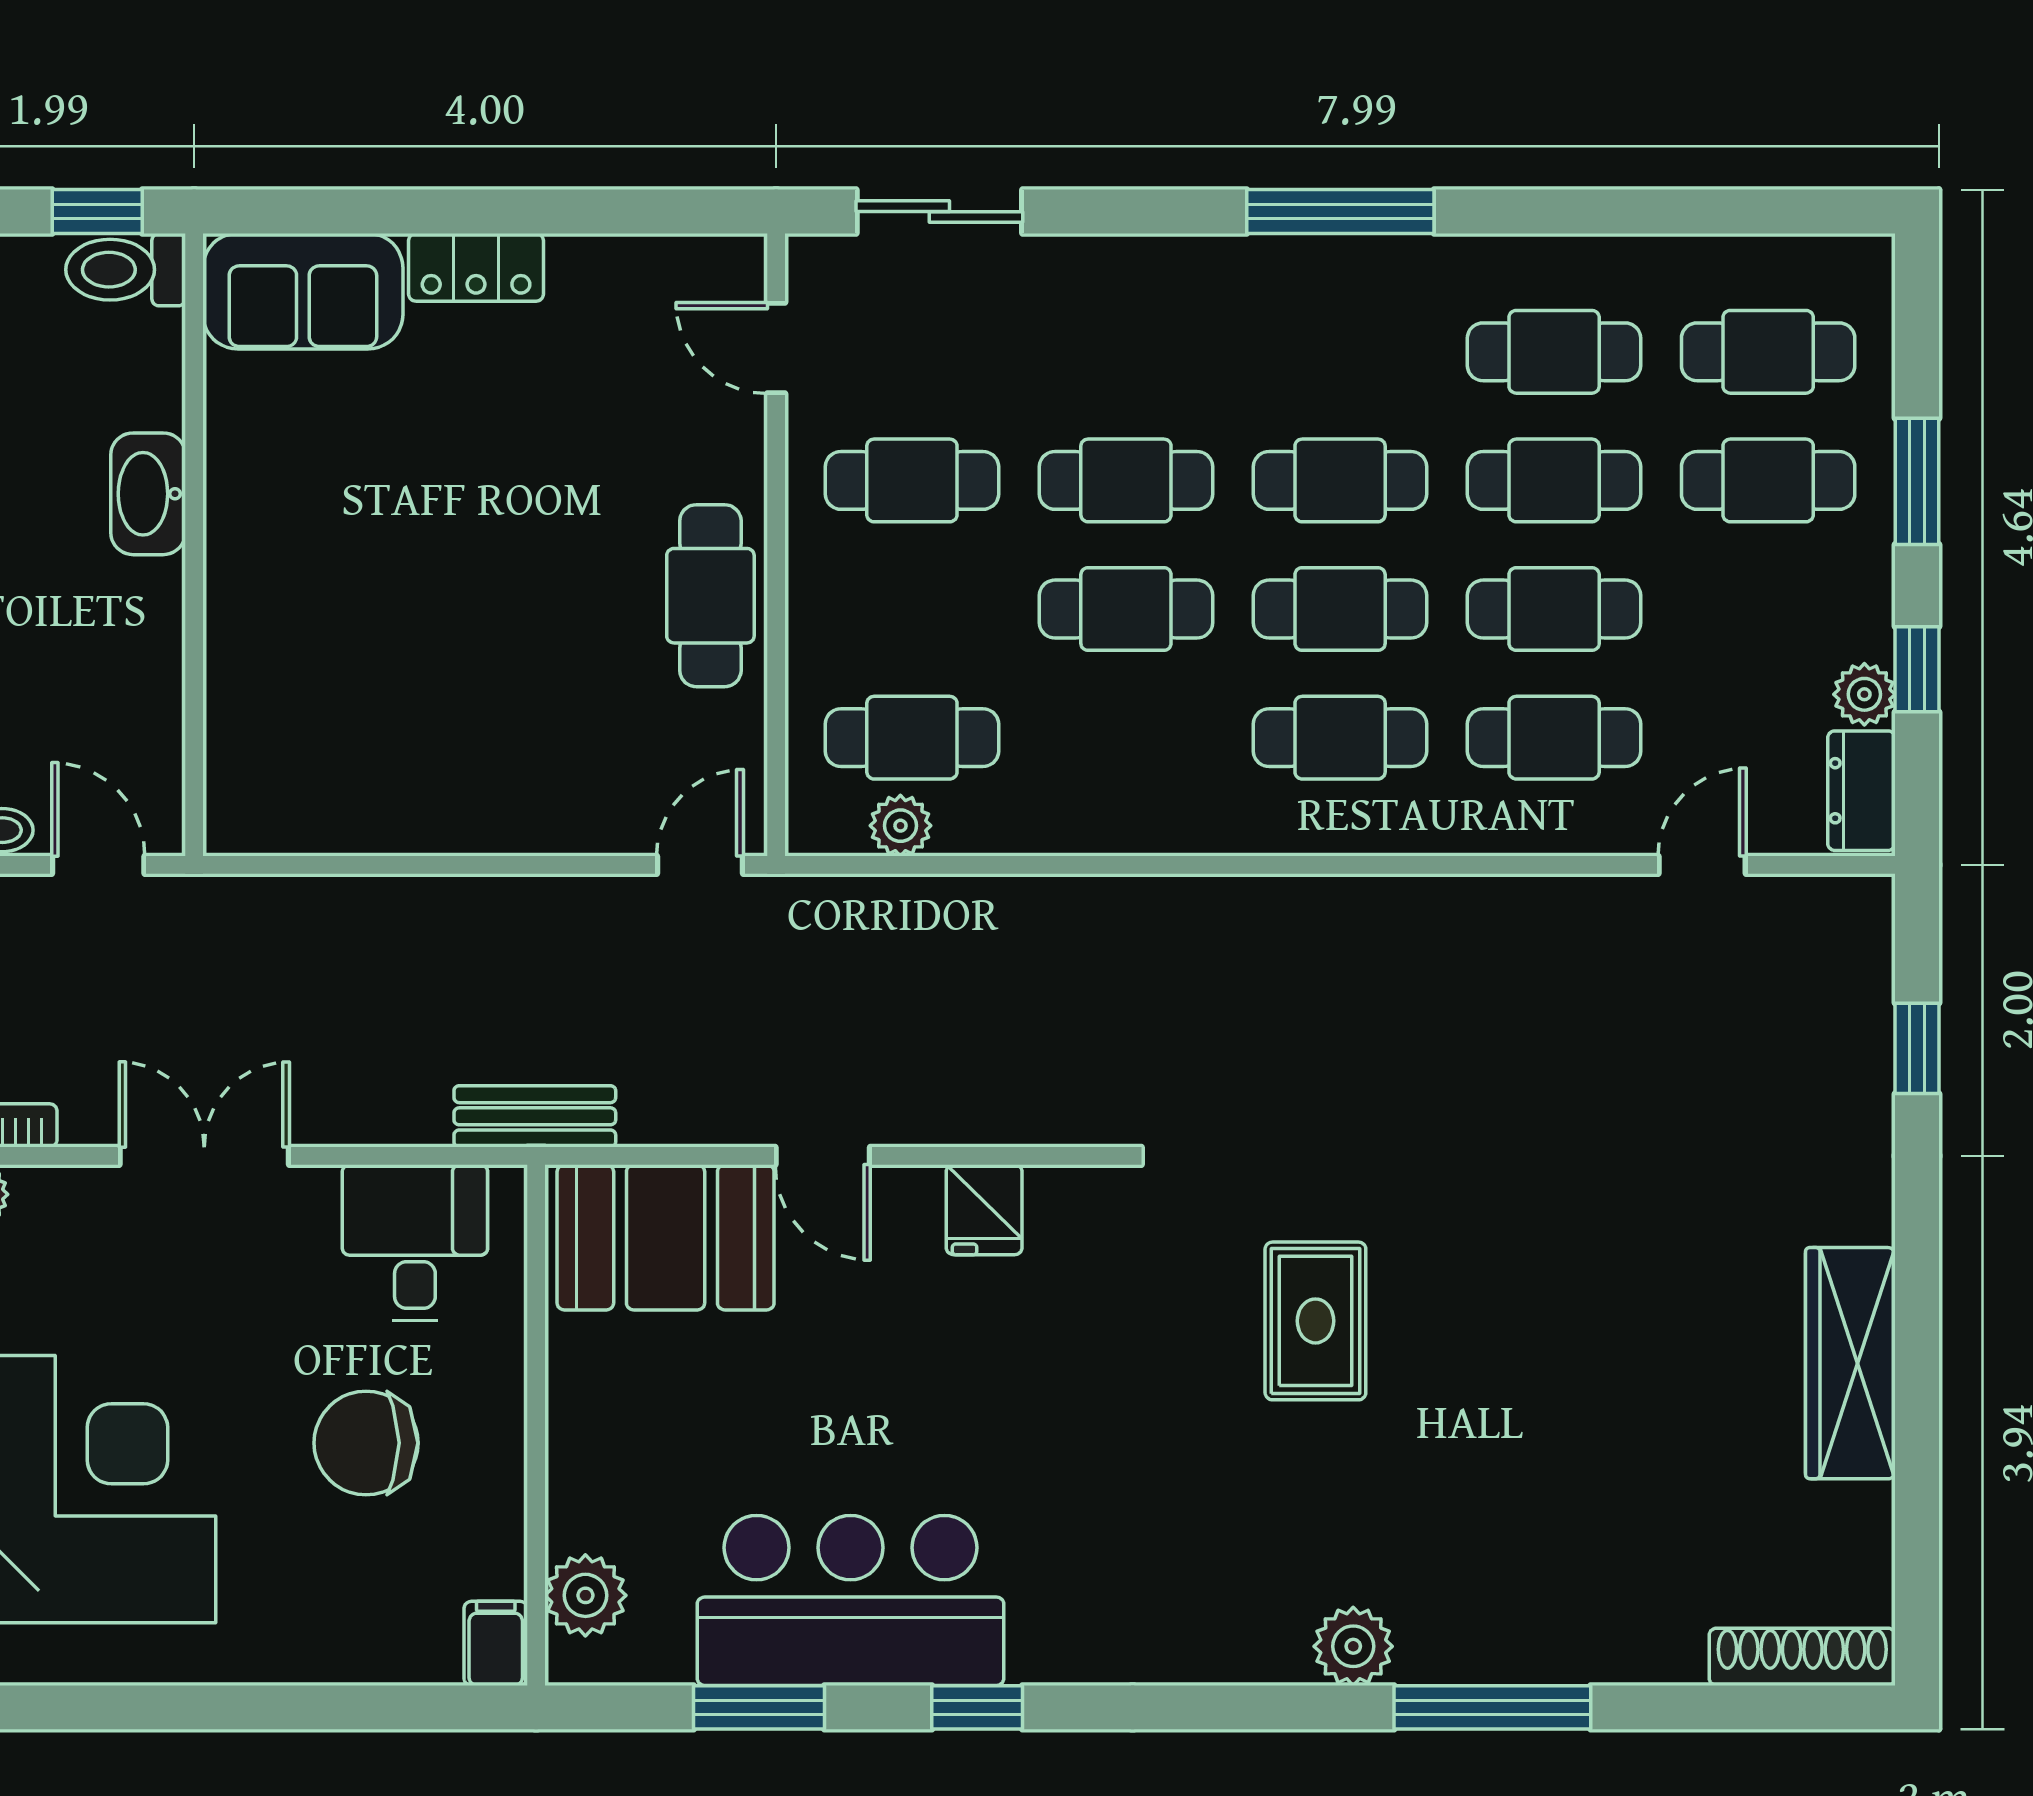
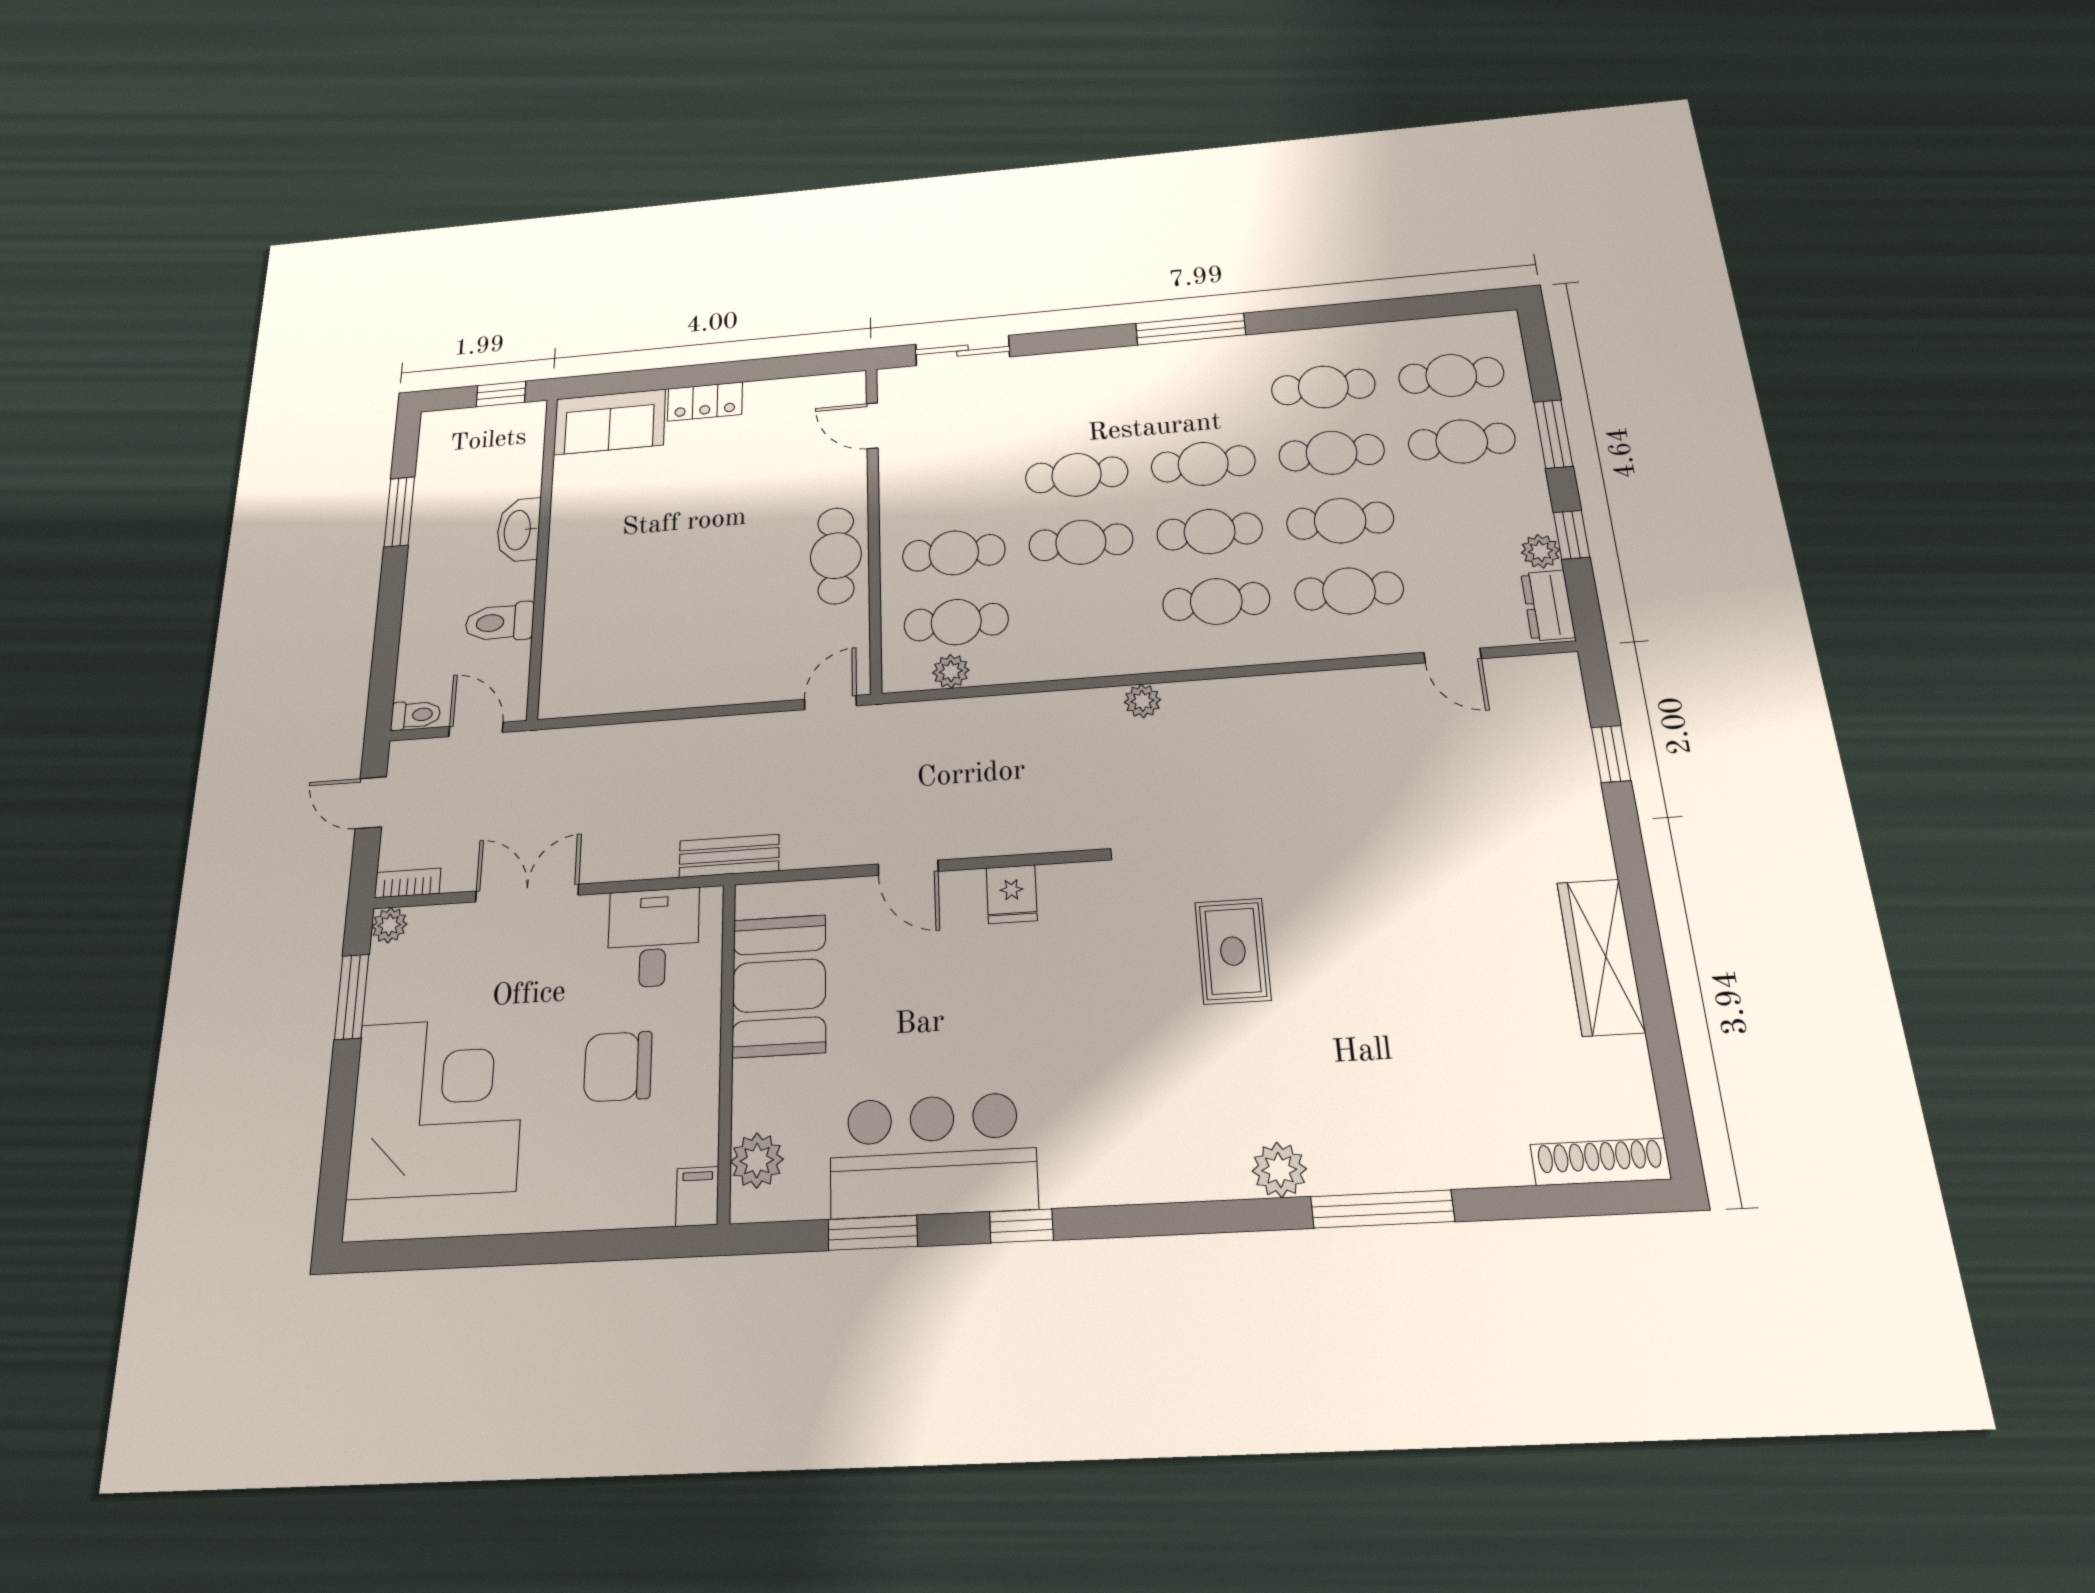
toilet: (126, 270) -> (499, 622), moved
cafe table: (912, 480) -> (954, 553), moved
door: (1702, 865) -> (1453, 656), swing flipped
plant: (1208, 903) -> (1142, 701), added
booth: (666, 1237) -> (779, 986), moved, turned 90

